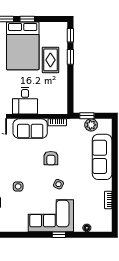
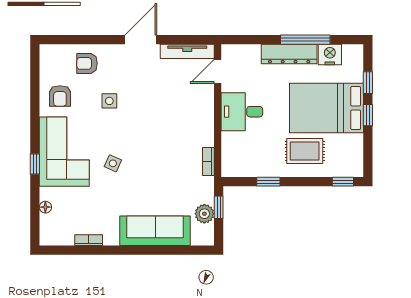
window: (70, 57) -> (268, 182), moved
sofa: (30, 129) -> (199, 120), removed
armchair: (51, 158) -> (60, 96), moved, turned -90

